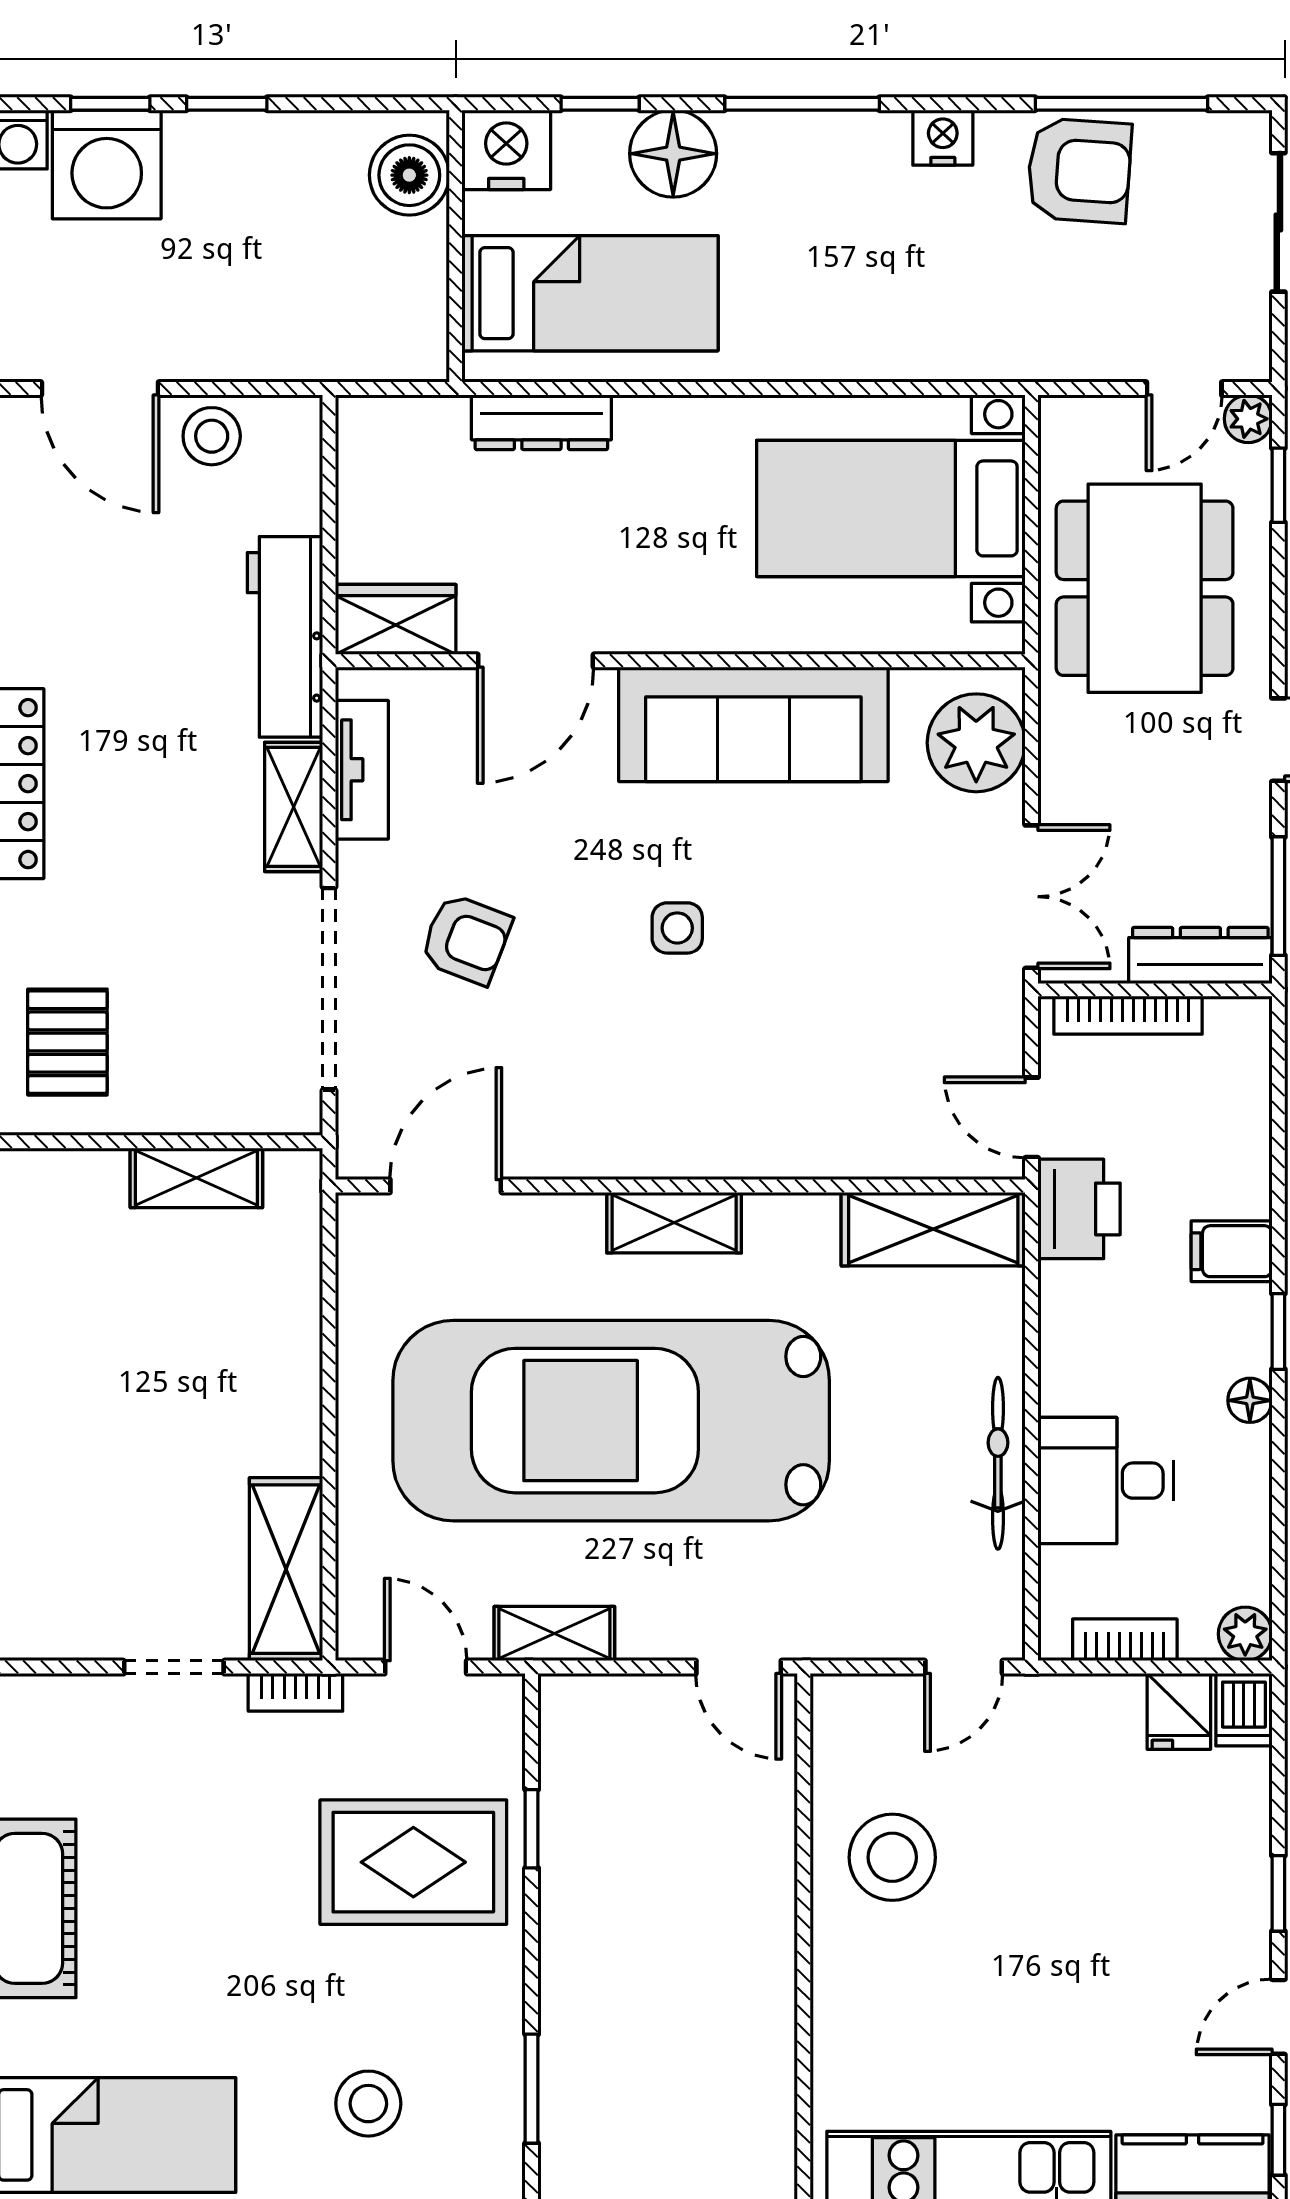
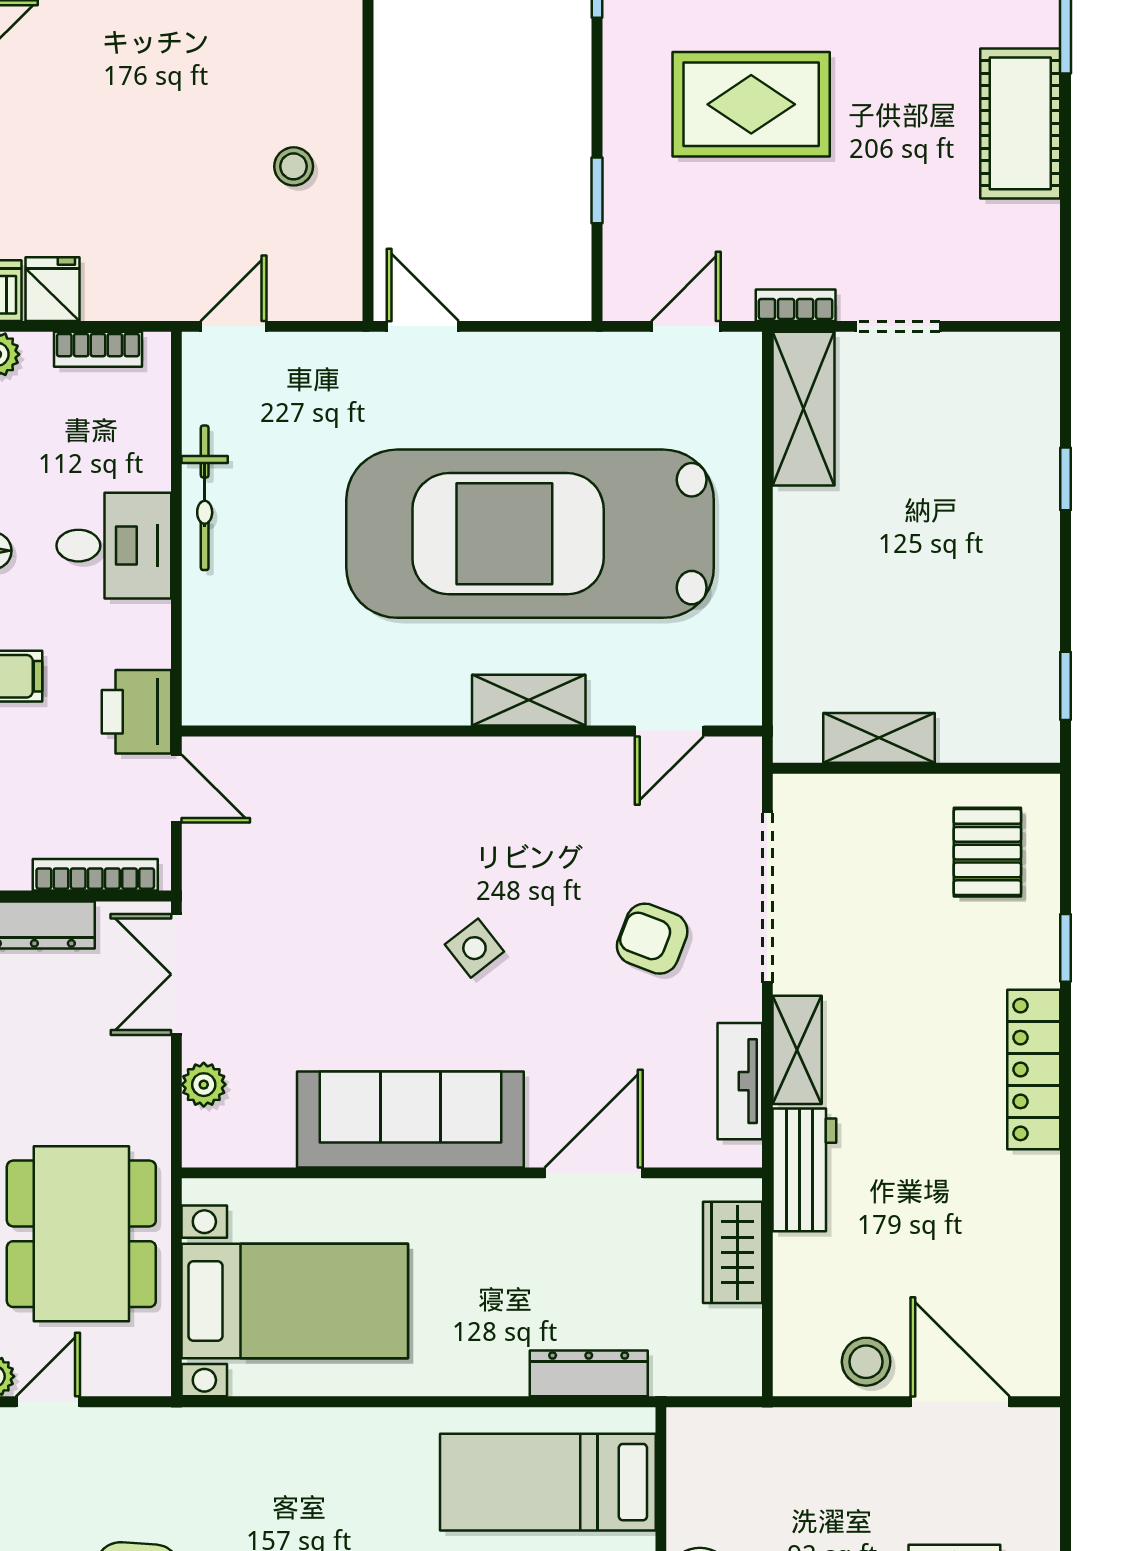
wardrobe: (396, 619) -> (733, 1252), moved, turned 90
workbench: (285, 637) -> (804, 1170), width x0.73
plant: (976, 743) -> (204, 1085), width x0.53, depth x0.53
side table: (677, 928) -> (474, 948), turned -38
door: (446, 1186) -> (669, 731), width x0.73
shelving: (674, 1223) -> (529, 700), moved
shelving: (933, 1229) -> (259, 695), removed
car: (611, 1421) -> (530, 534), turned 180
desk: (1106, 1481) -> (114, 546), moved
shelving: (554, 1634) -> (578, 355), removed
door: (426, 1667) -> (686, 326), swing flipped
stool: (892, 1857) -> (294, 166), width x0.53, depth x0.53
rug: (413, 1862) -> (751, 104), moved

